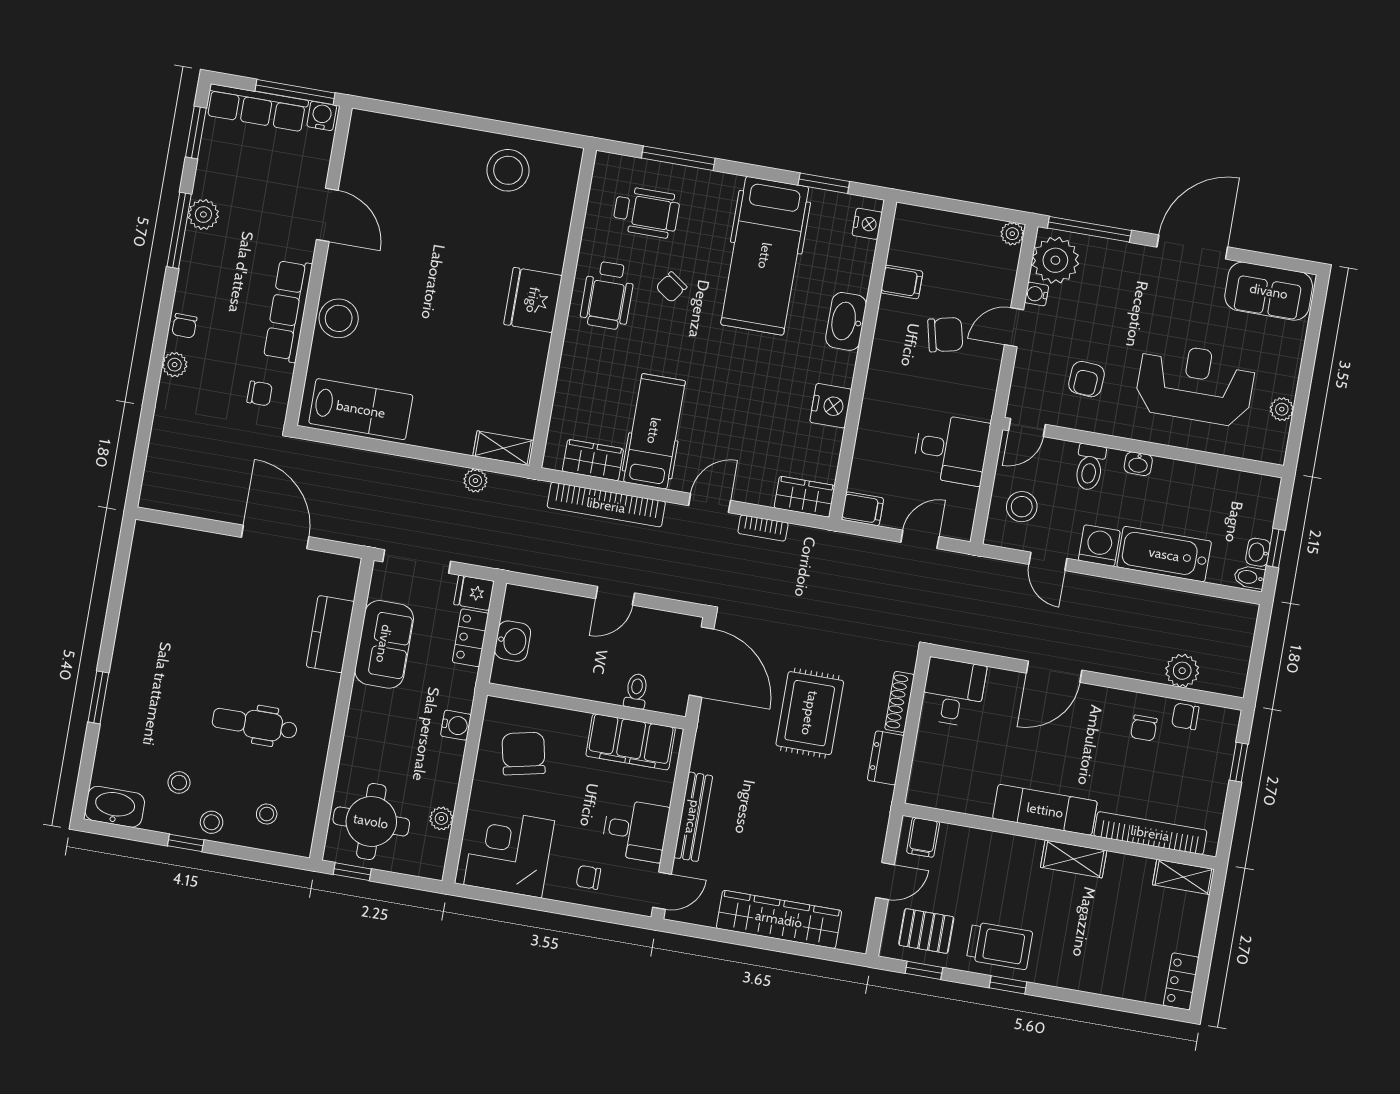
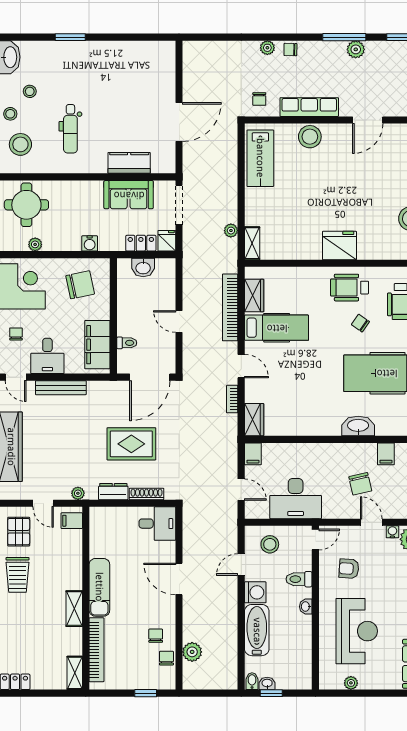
nightstand: (831, 406) -> (308, 426), removed
door: (1027, 427) -> (315, 539), swing flipped
desk: (951, 449) -> (296, 499), width x1.37
dental chair: (255, 724) -> (70, 129), turned 180
chair: (1144, 728) -> (156, 636), turned 90
stool: (267, 814) -> (20, 144), width x1.89, depth x1.89
plant: (878, 819) -> (78, 493), added

